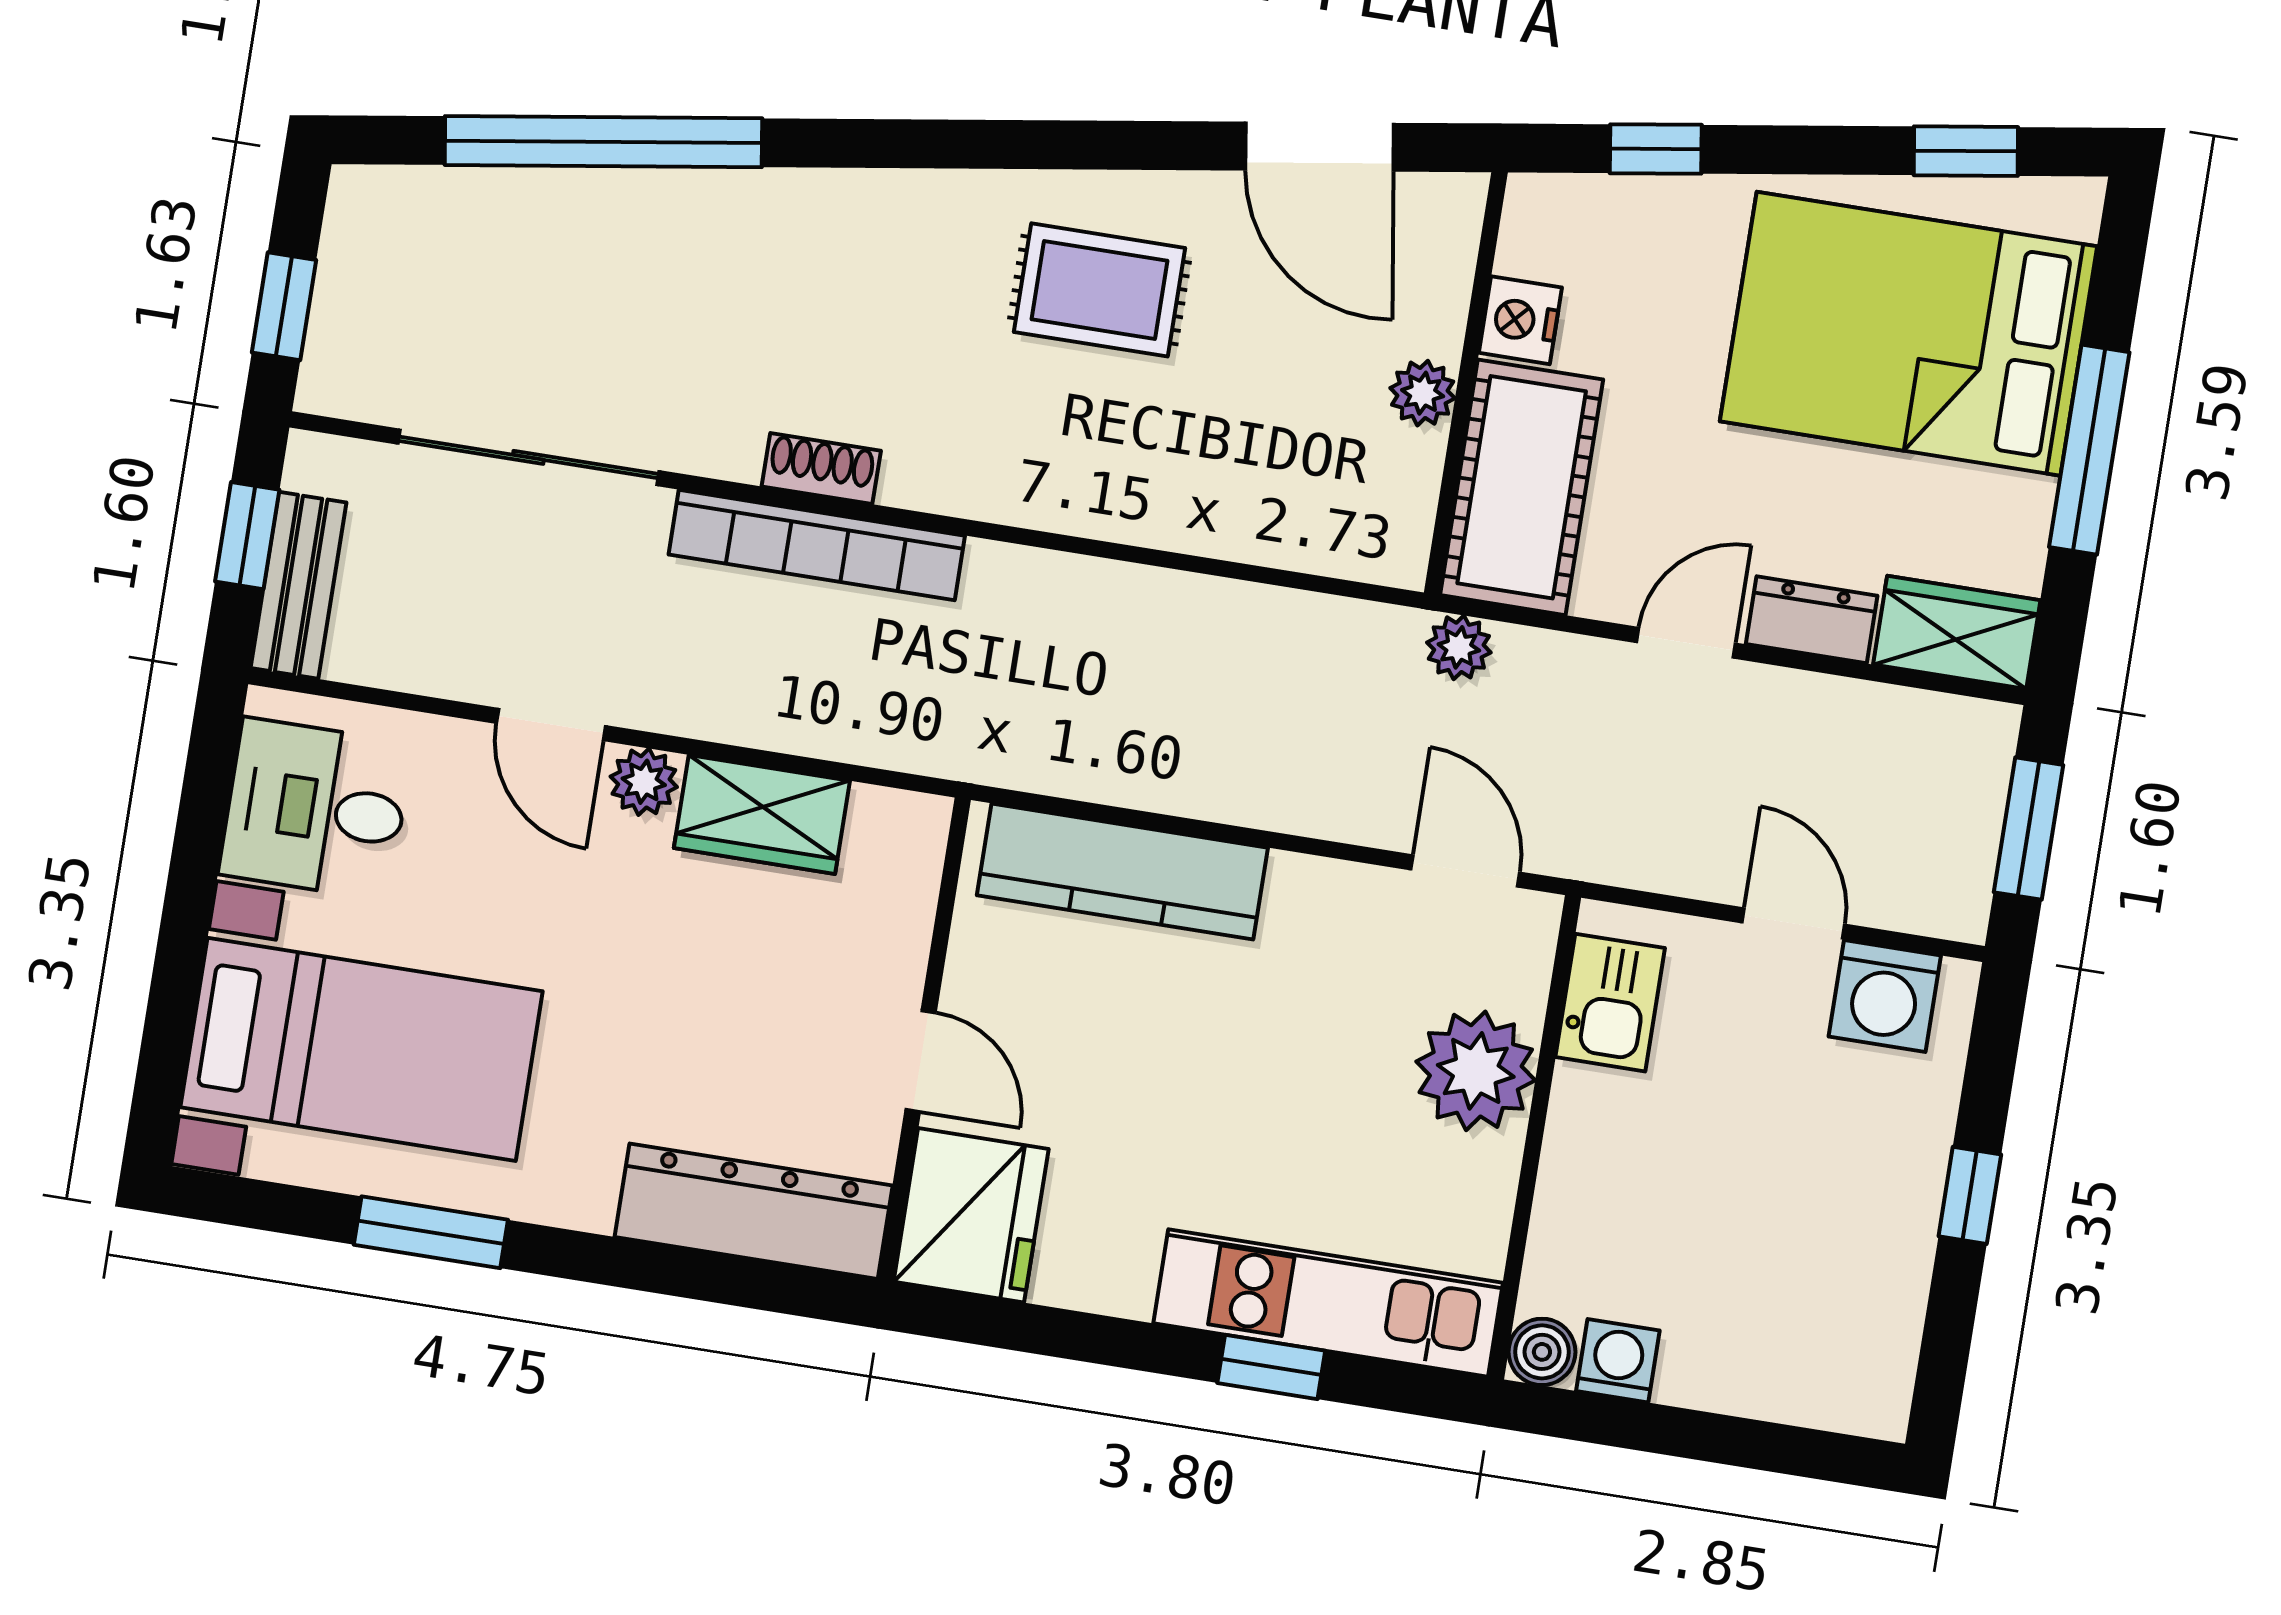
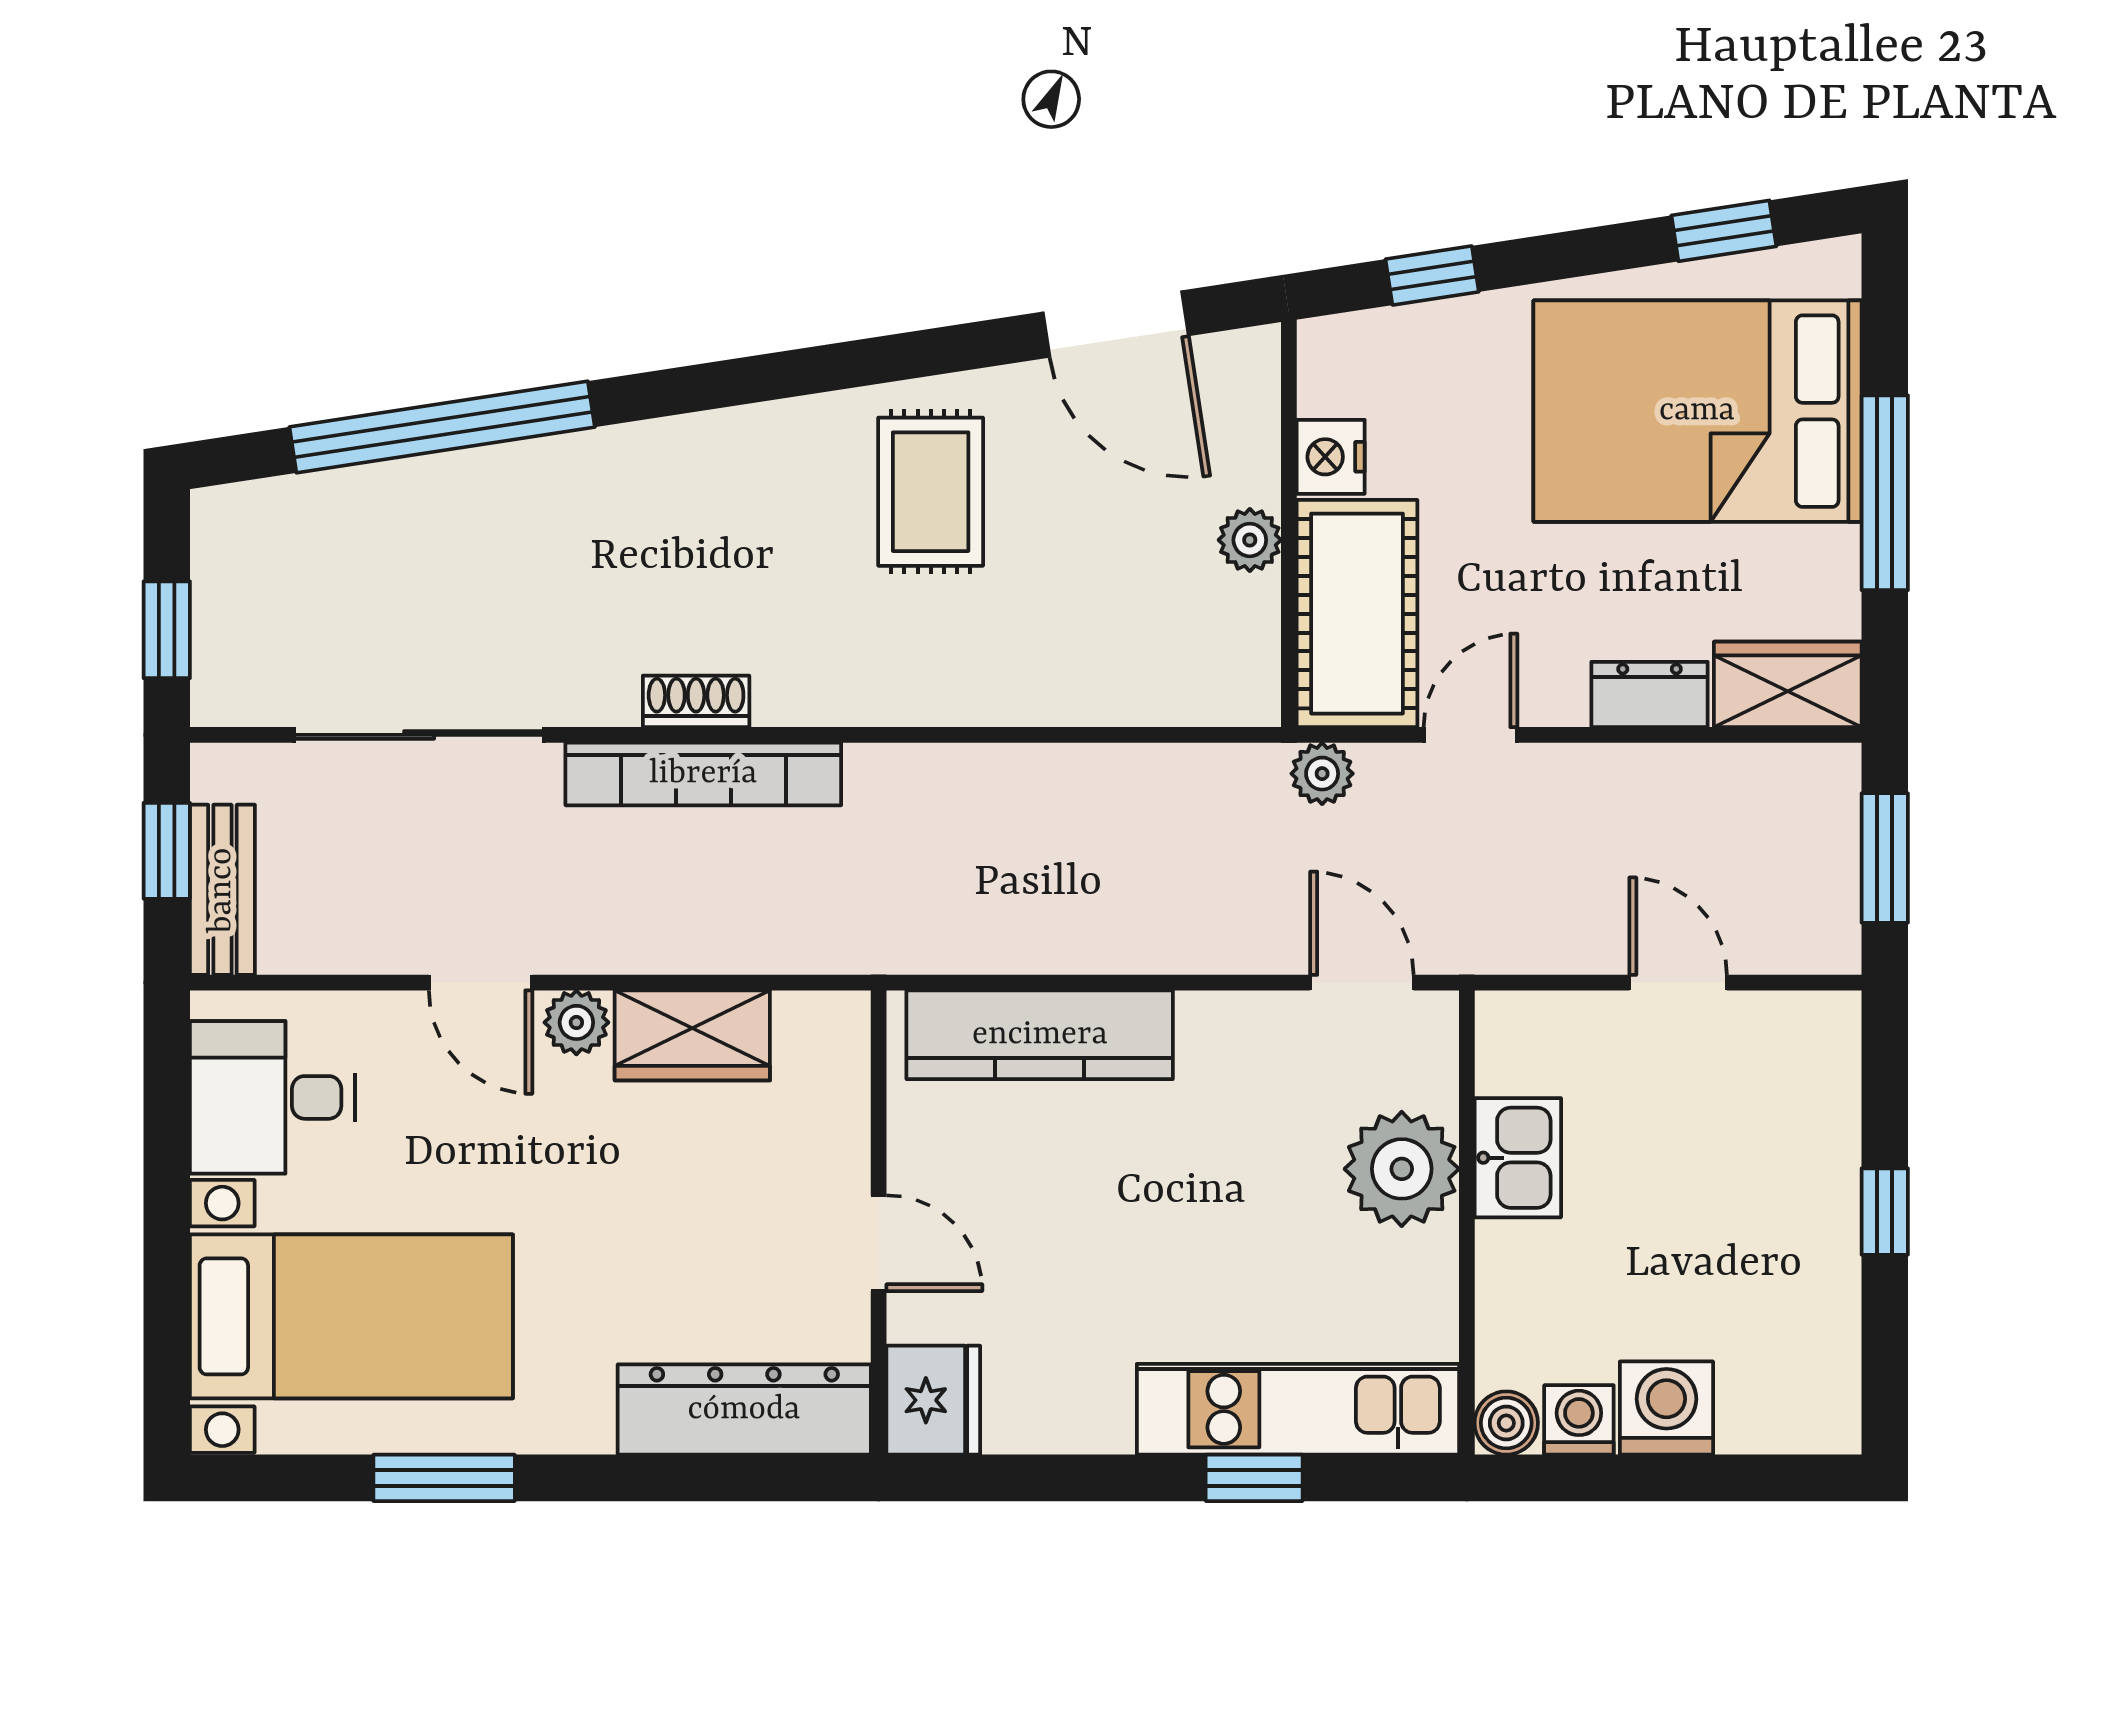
rug: (1099, 290) -> (931, 492), turned 90
door: (1686, 643) -> (1470, 735), moved
washing machine: (1885, 996) -> (1666, 1408), moved, turned 180
kitchen sink: (1610, 1003) -> (1518, 1158), moved
fridge: (971, 1215) -> (933, 1400), width x0.73, depth x0.75

